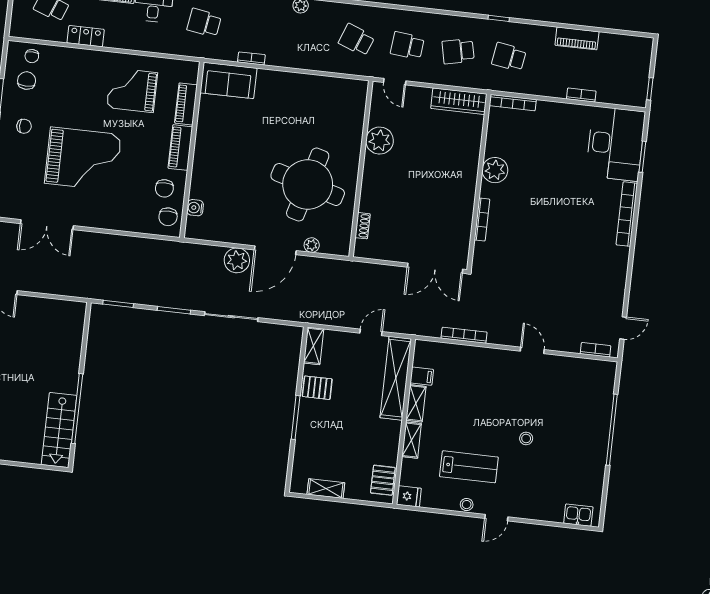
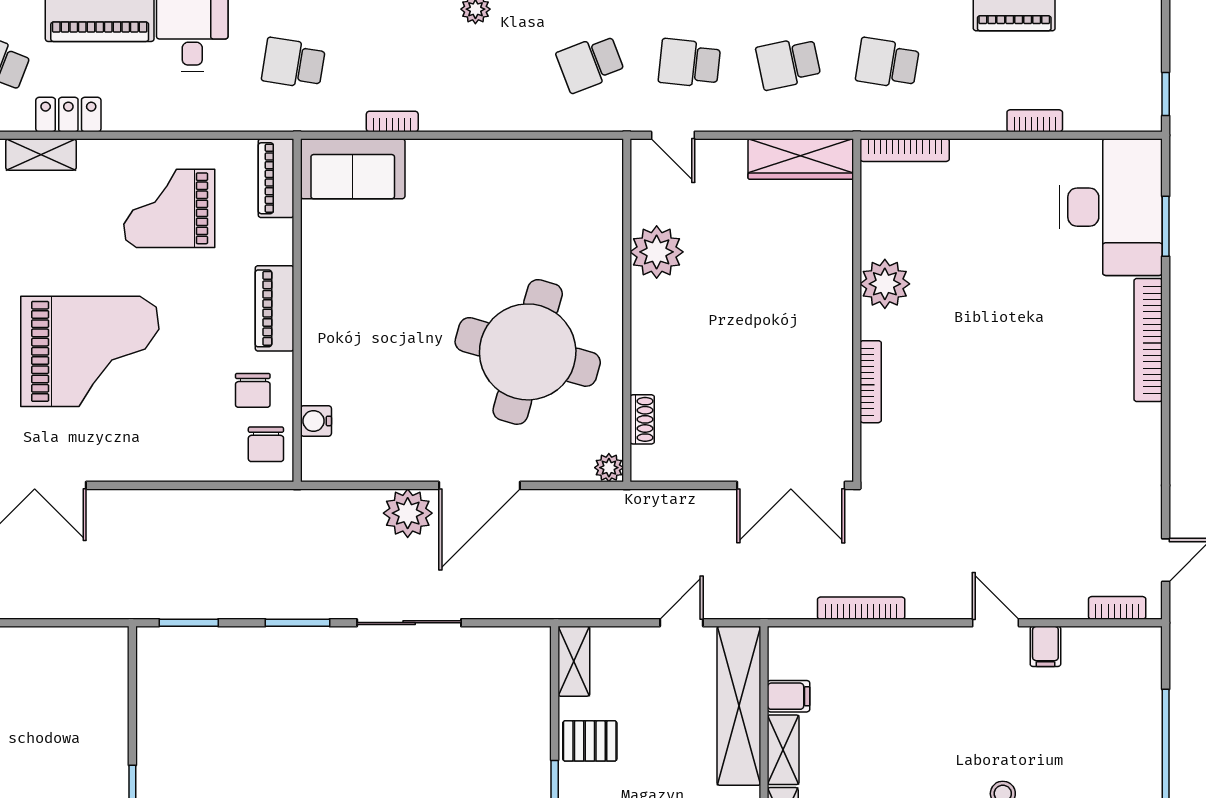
school desk: (356, 40) -> (590, 63), turned -42
shelving: (69, 55) -> (41, 154), added
piano: (186, 104) -> (276, 178), moved
plant: (312, 245) -> (609, 468), moved
filing cabinet: (556, 365) -> (1045, 646), added

